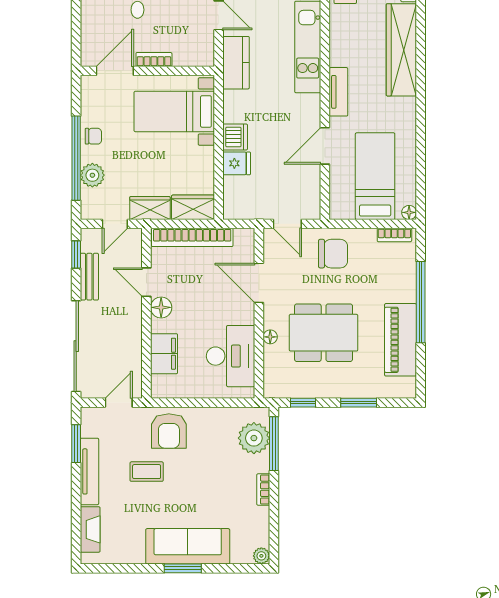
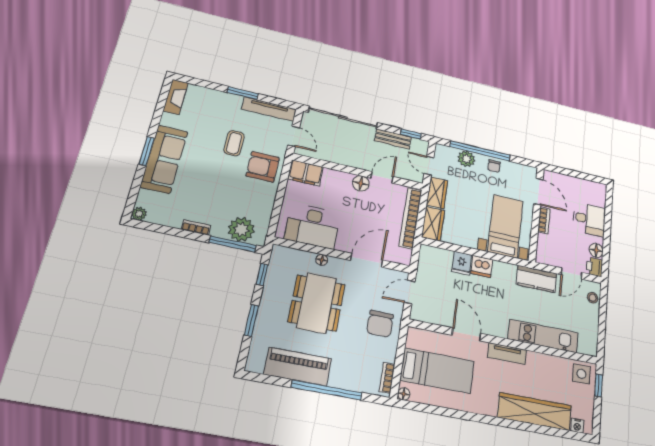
filing cabinet: (164, 354) -> (306, 173), moved
window: (76, 444) -> (243, 93), moved
tv unit: (89, 471) -> (269, 109), moved
fireplace: (90, 529) -> (176, 97), moved, turned -90

